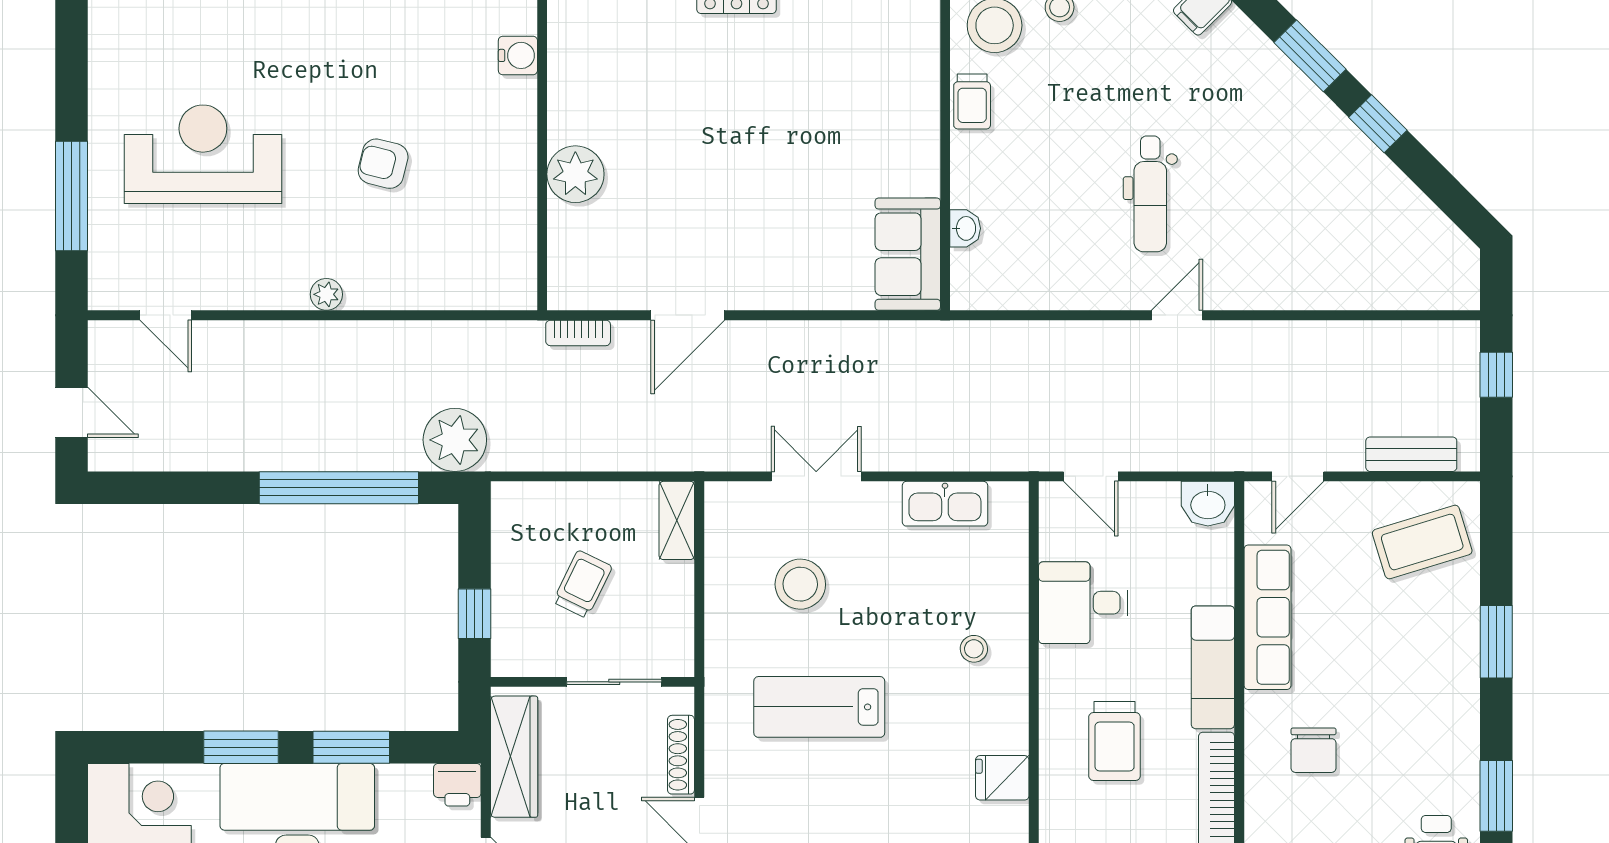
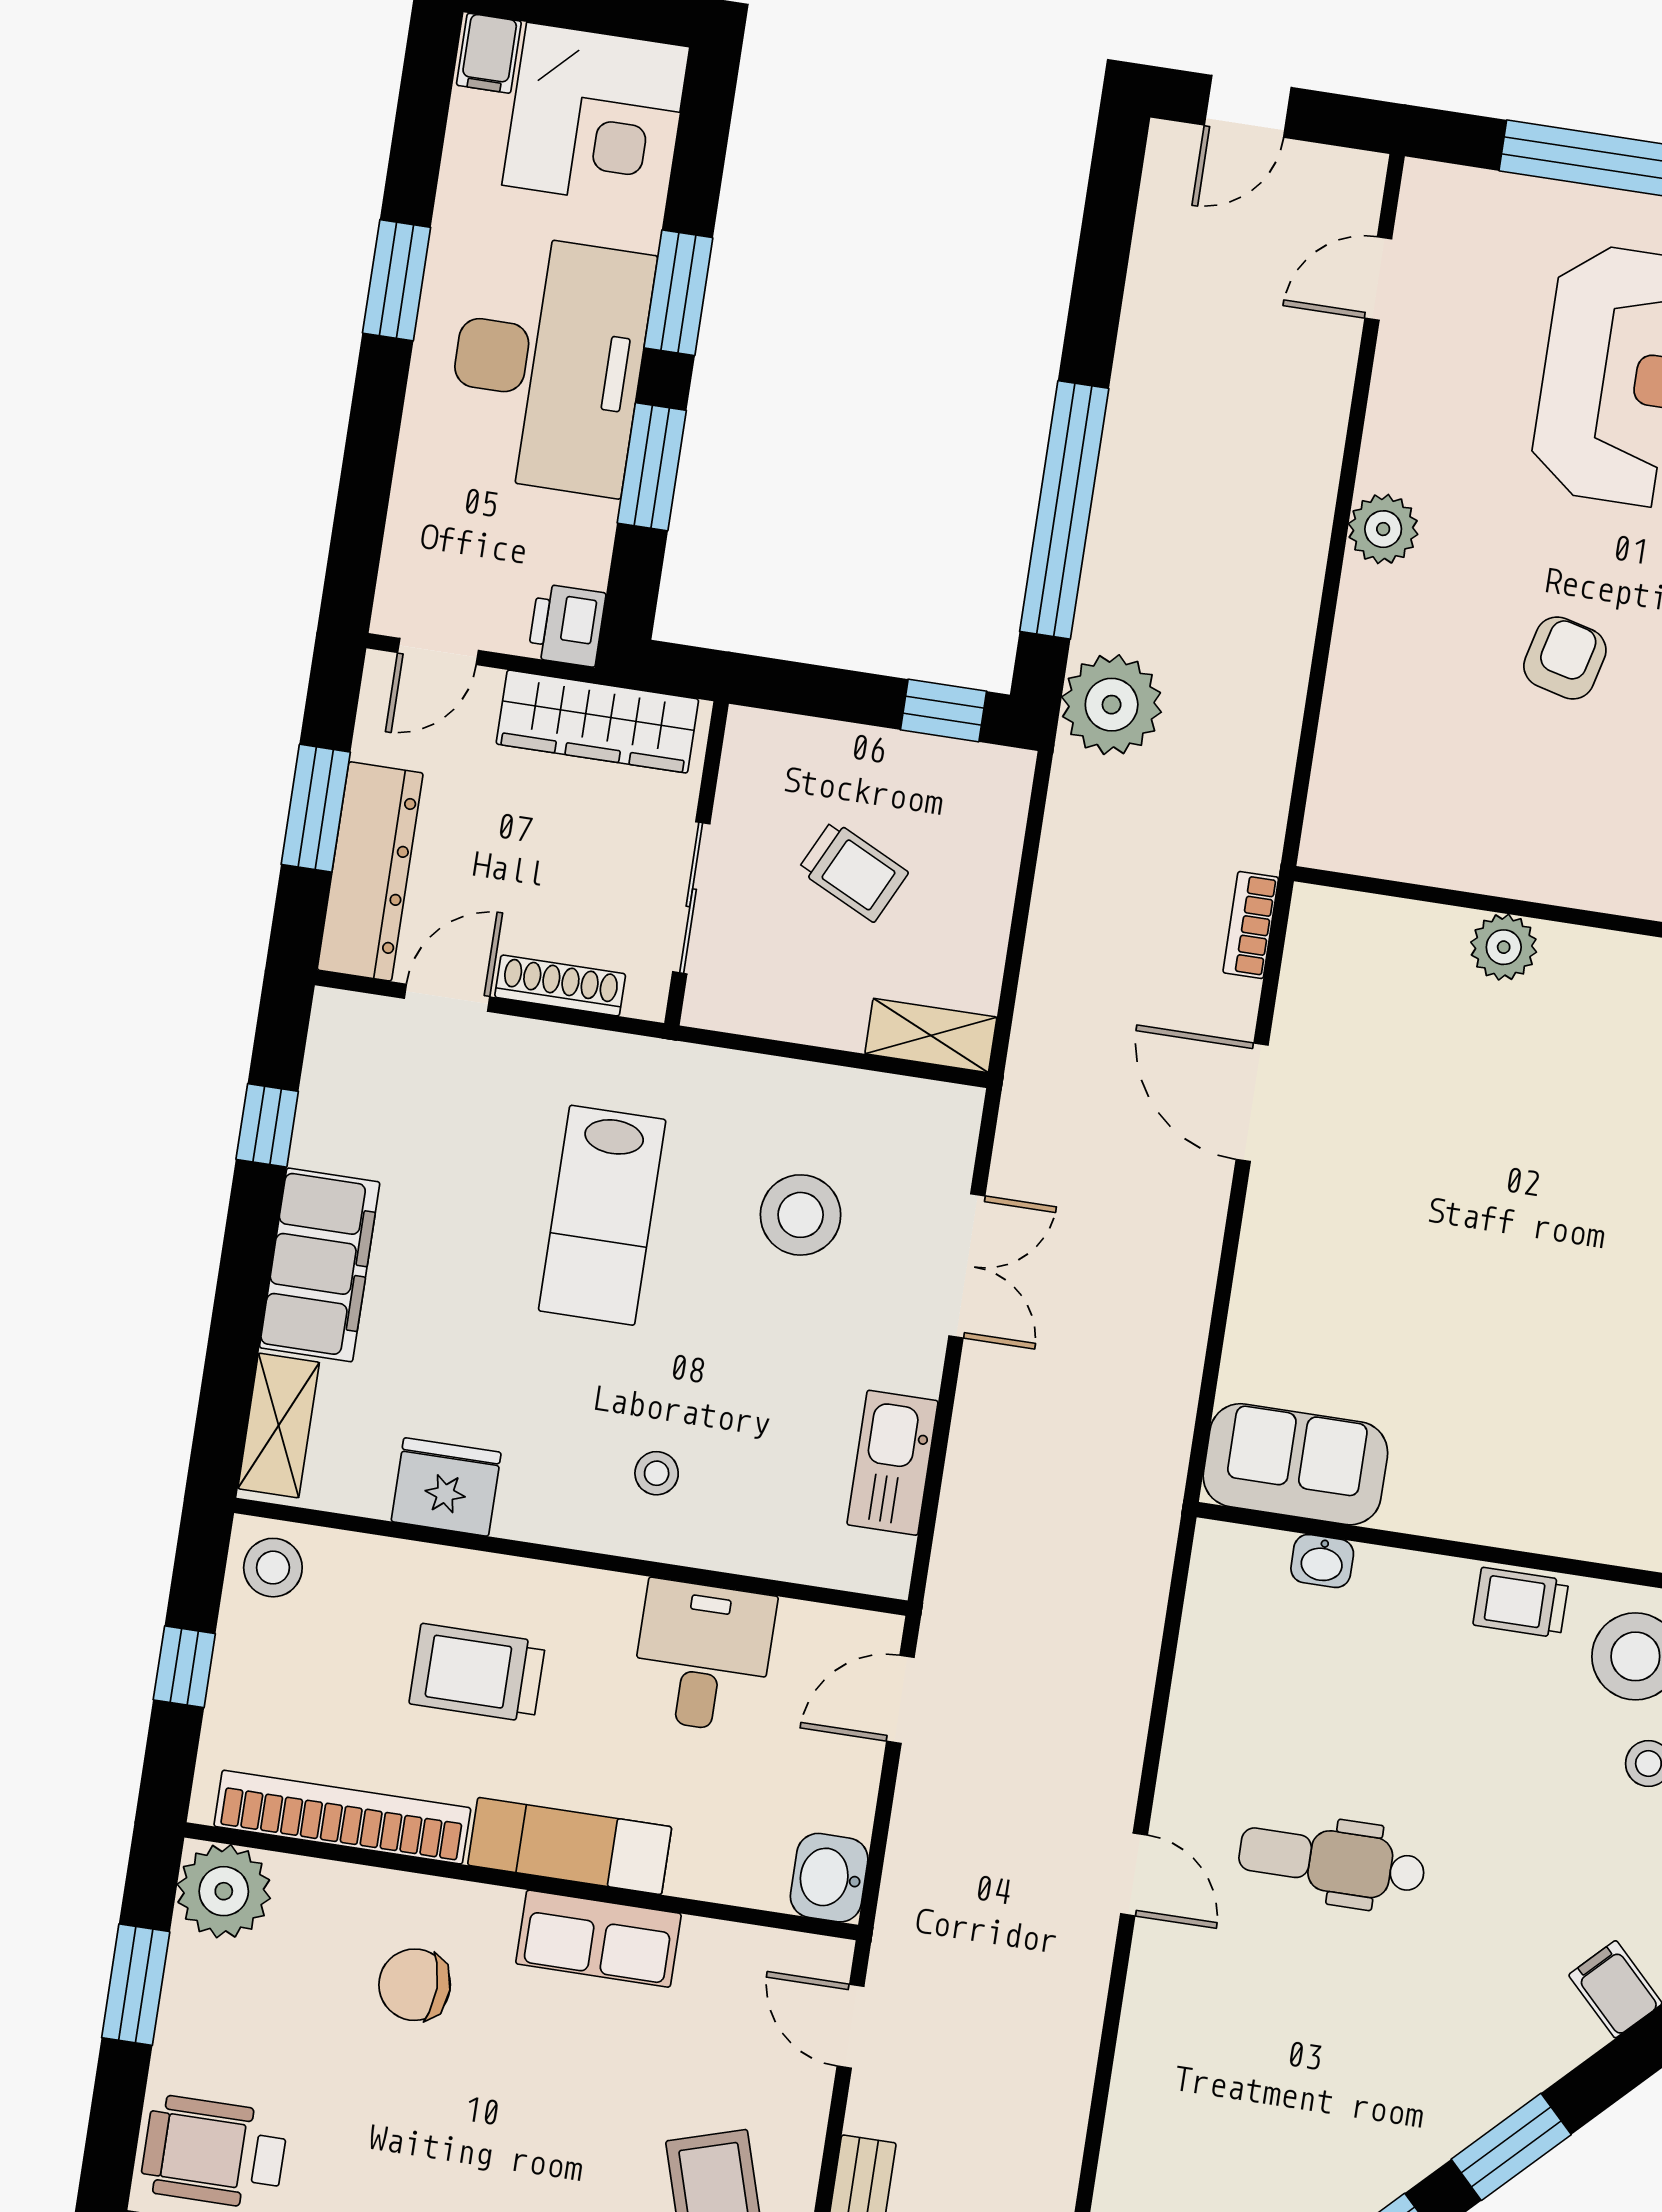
plant: (575, 174) -> (1504, 947), width x0.73, depth x0.73
plant: (326, 294) -> (1383, 529), width x1.38, depth x1.38
window: (474, 614) -> (943, 711), moved
row of seats: (1268, 617) -> (598, 1939), width x0.68
lab bench: (819, 707) -> (602, 1215), turned 180
fridge: (1002, 778) -> (446, 1487), width x1.38

